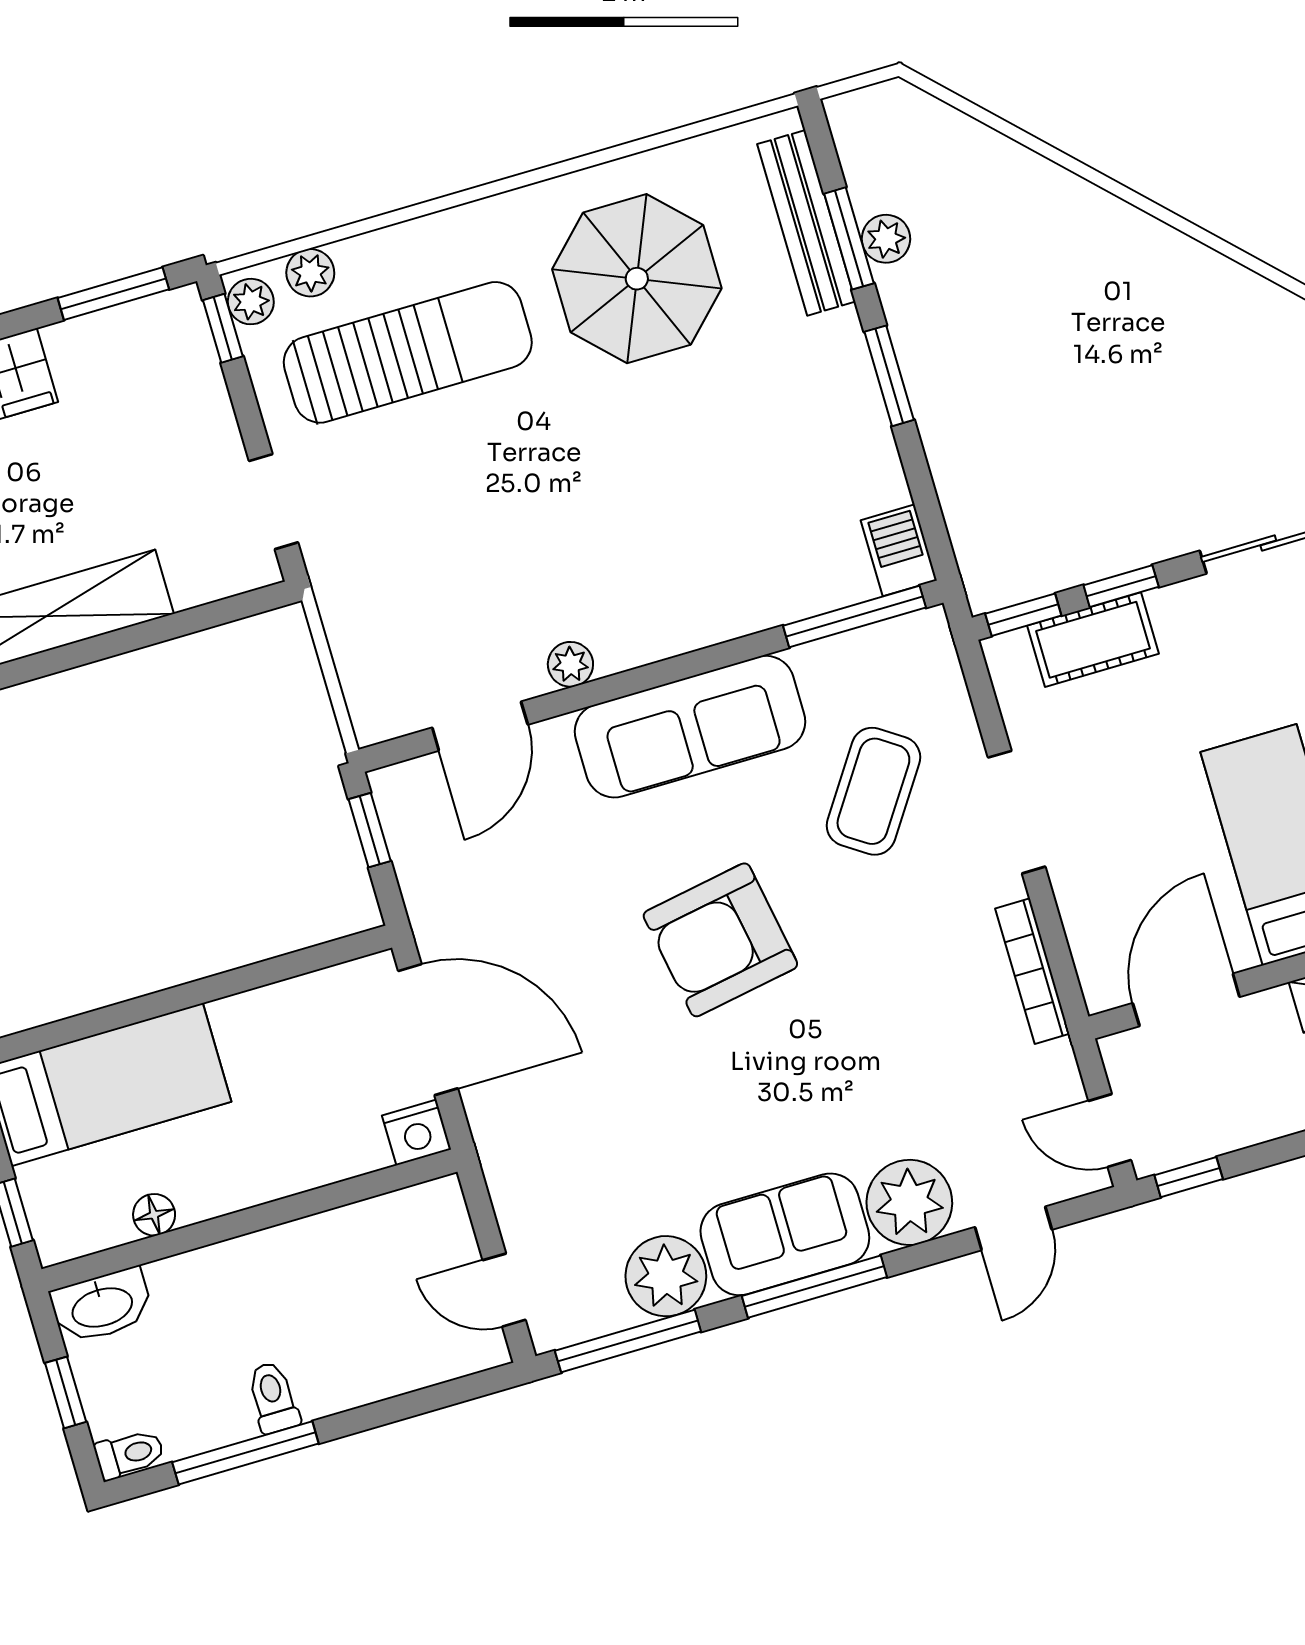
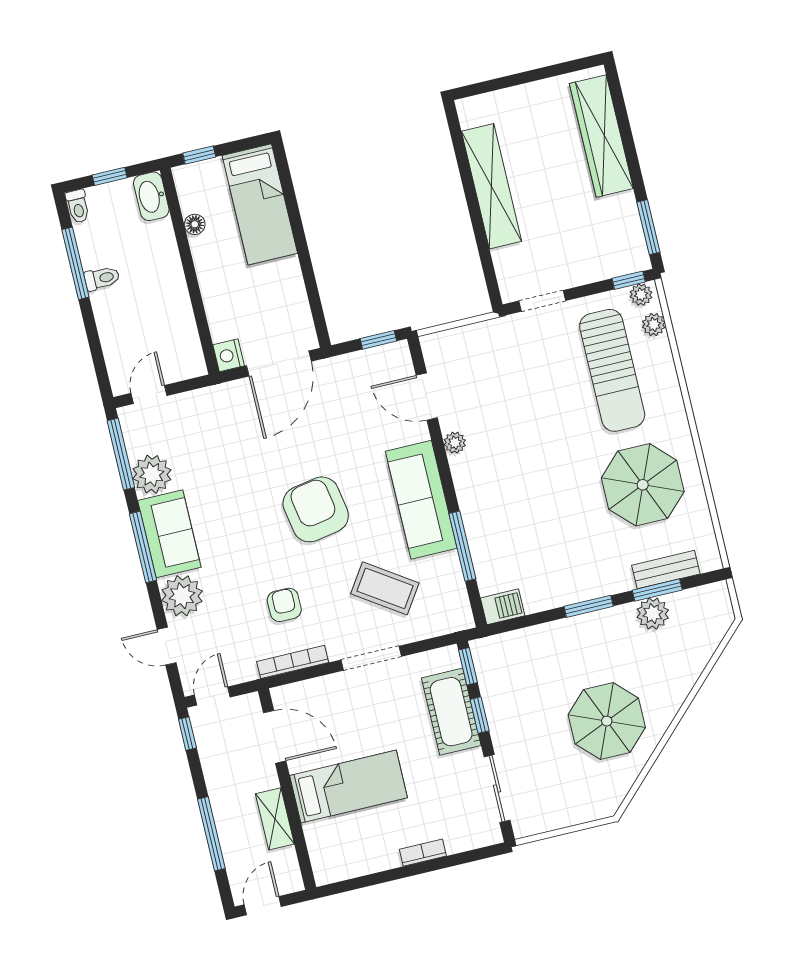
bench: (806, 223) -> (666, 570), width x0.73
plant: (886, 239) -> (653, 614), width x1.38, depth x1.38
parasol: (1120, 327) -> (607, 721), added
window: (854, 617) -> (462, 546), moved
cot: (1093, 640) -> (451, 712), width x1.37, depth x1.34
armchair: (918, 994) -> (284, 605), added

